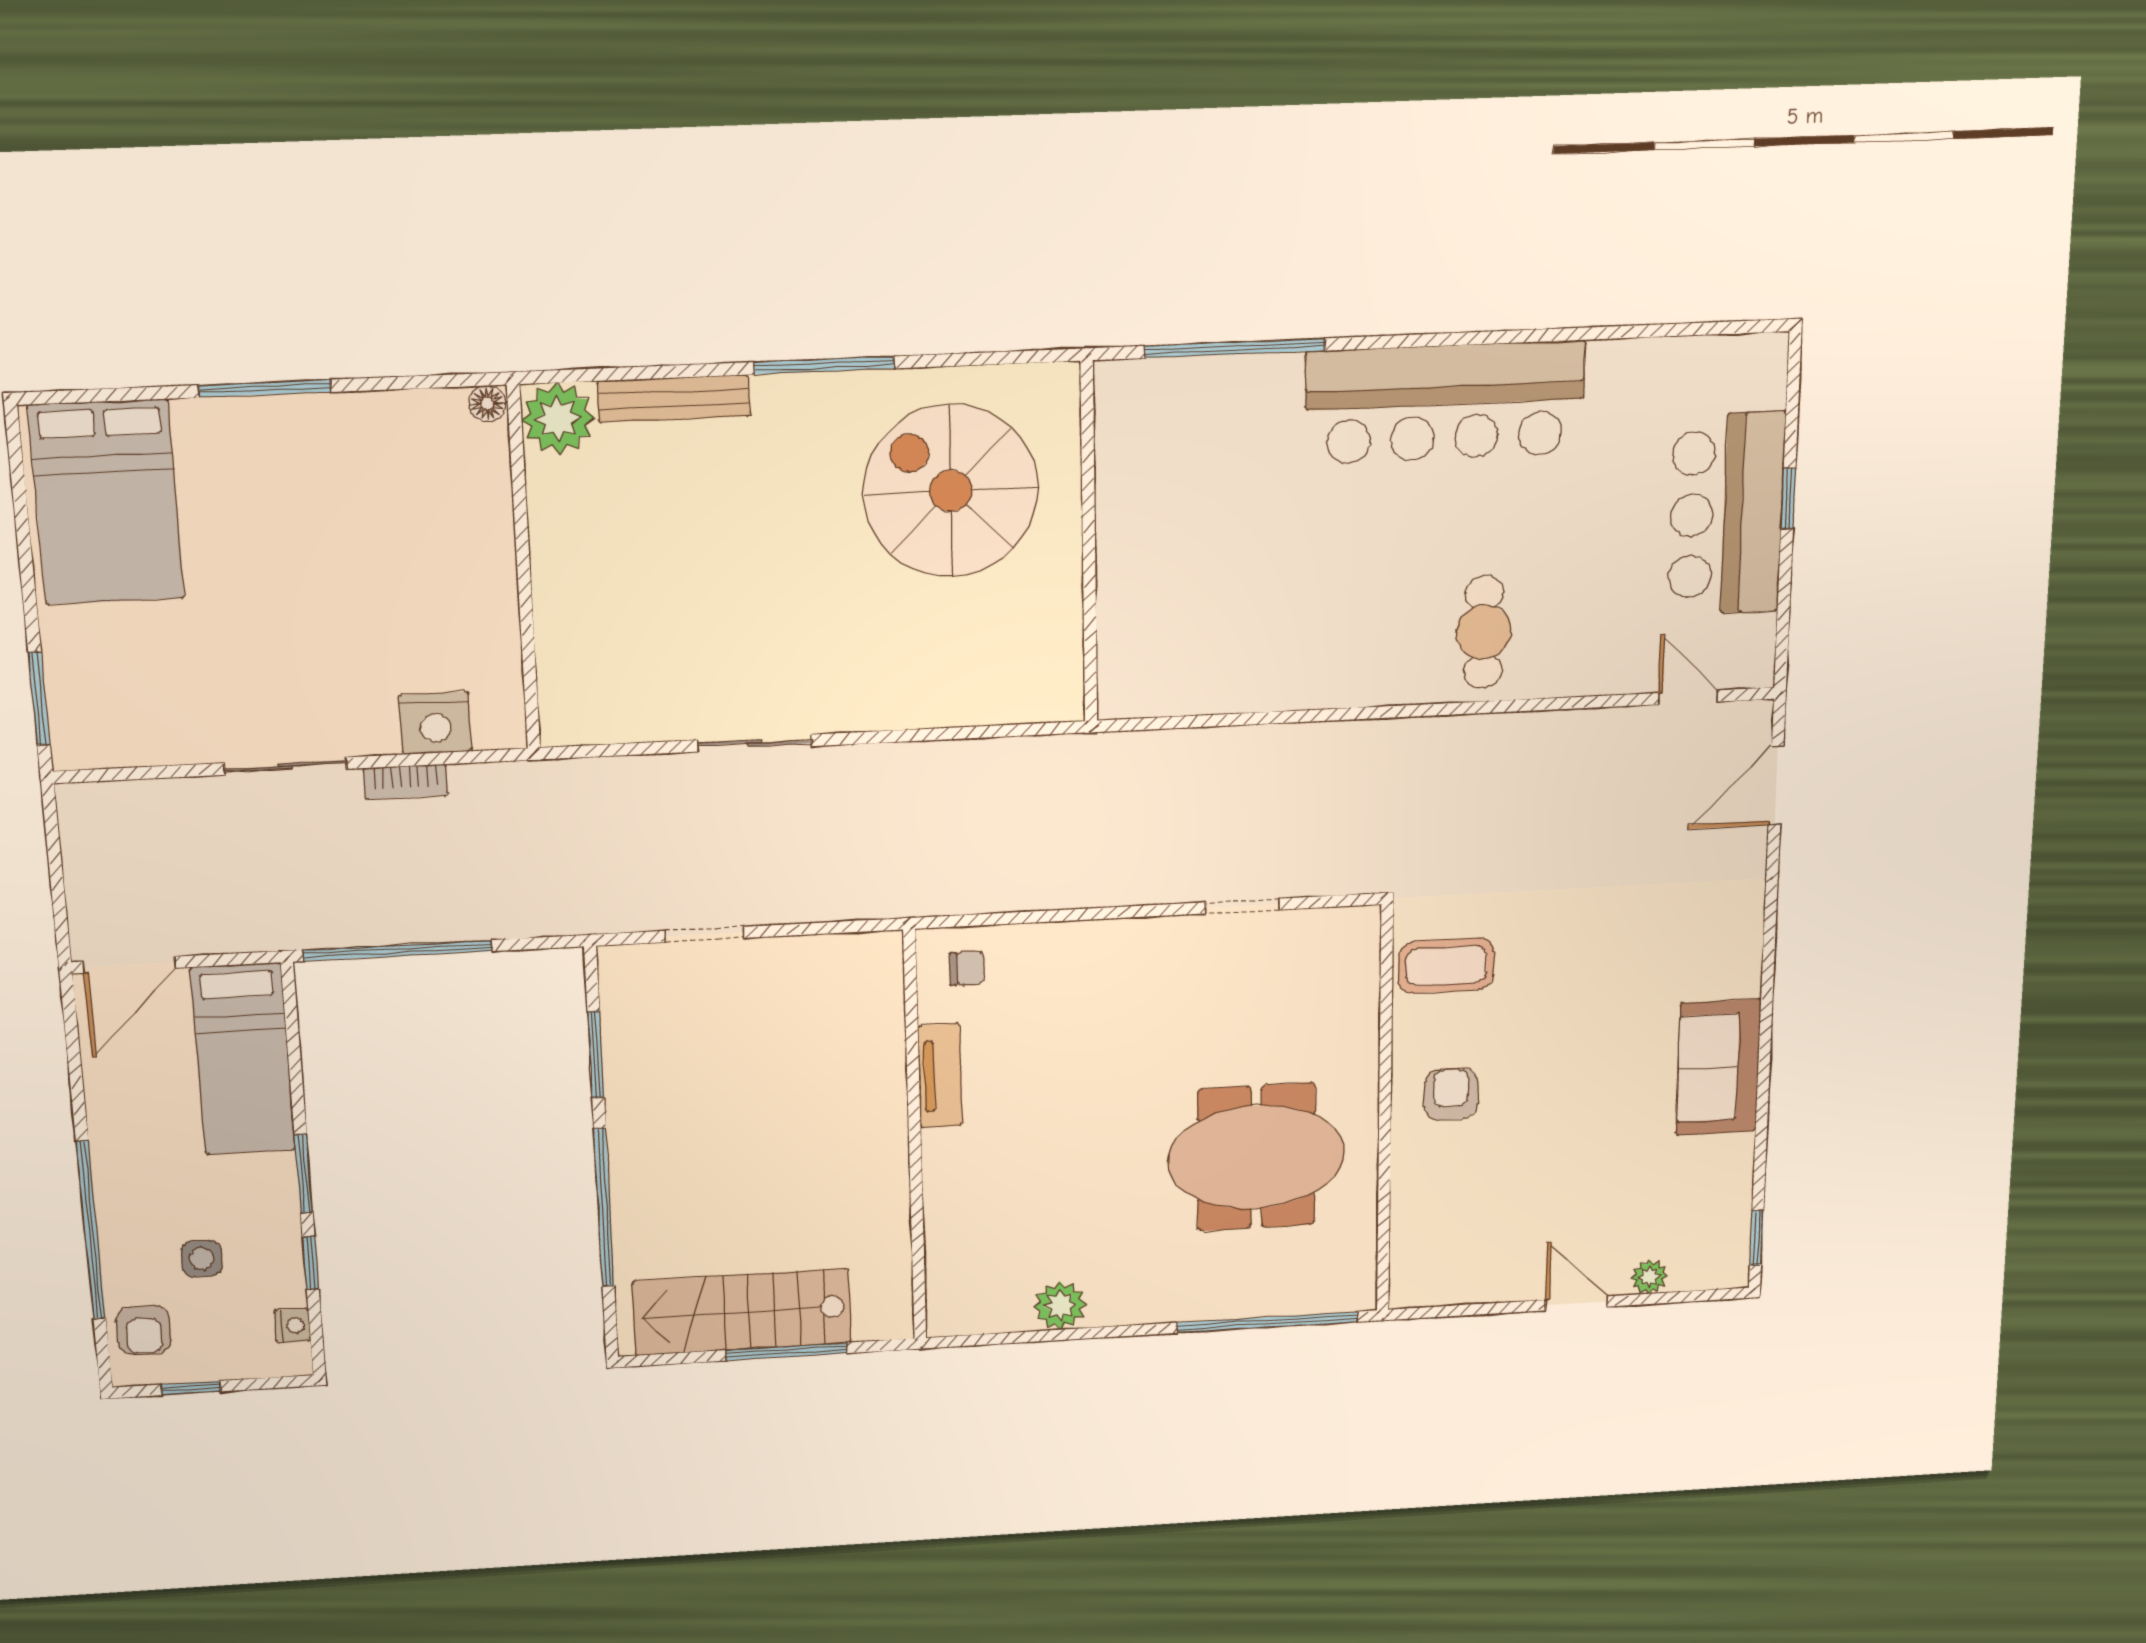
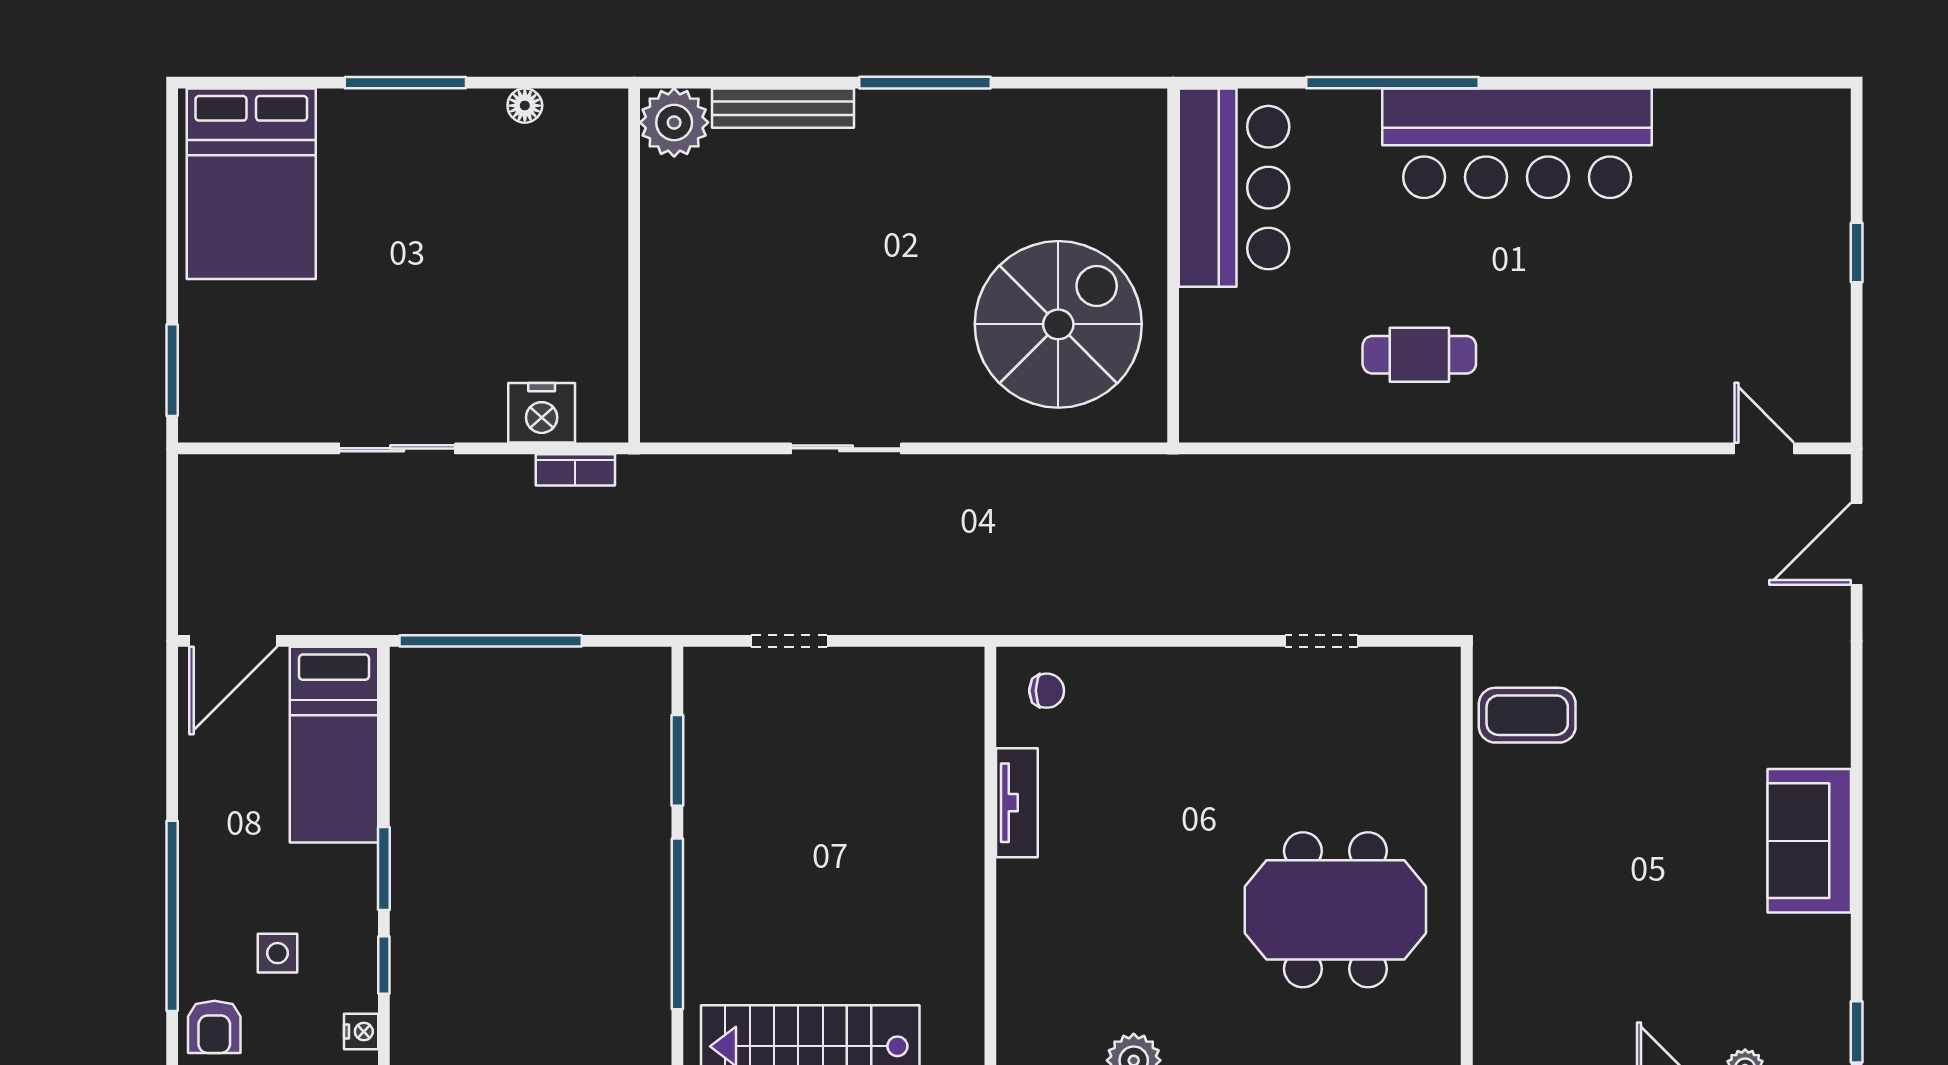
window: (1235, 348) -> (1392, 83), moved
floor lamp: (487, 404) -> (525, 106), moved
spiral stairs: (951, 491) -> (1058, 324), moved, turned 90
bar counter: (1726, 514) -> (1234, 188), moved, turned 180
cafe table: (1484, 632) -> (1419, 355), moved, turned 90
bookcase: (406, 782) -> (575, 470), moved
armchair: (1451, 1094) -> (1534, 853), removed

